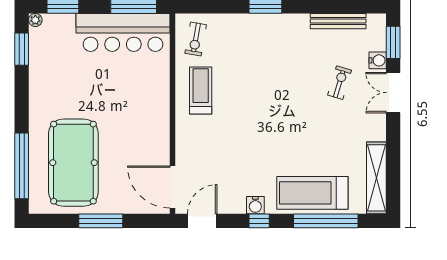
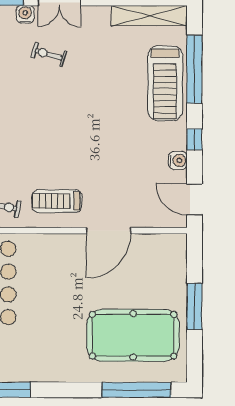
door: (173, 187) -> (108, 231), moved
water cooler: (255, 205) -> (178, 160), moved

